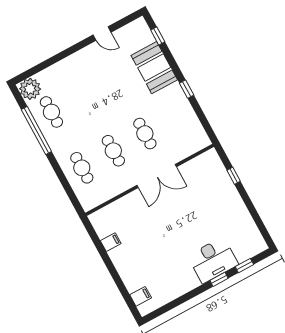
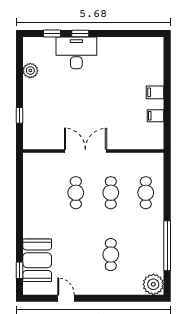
booth: (154, 68) -> (37, 260), moved
window: (187, 89) -> (19, 211), removed
cafe table: (51, 112) -> (111, 255), moved
plant: (246, 222) -> (30, 71), added
filing cabinet: (141, 296) -> (155, 92), moved

